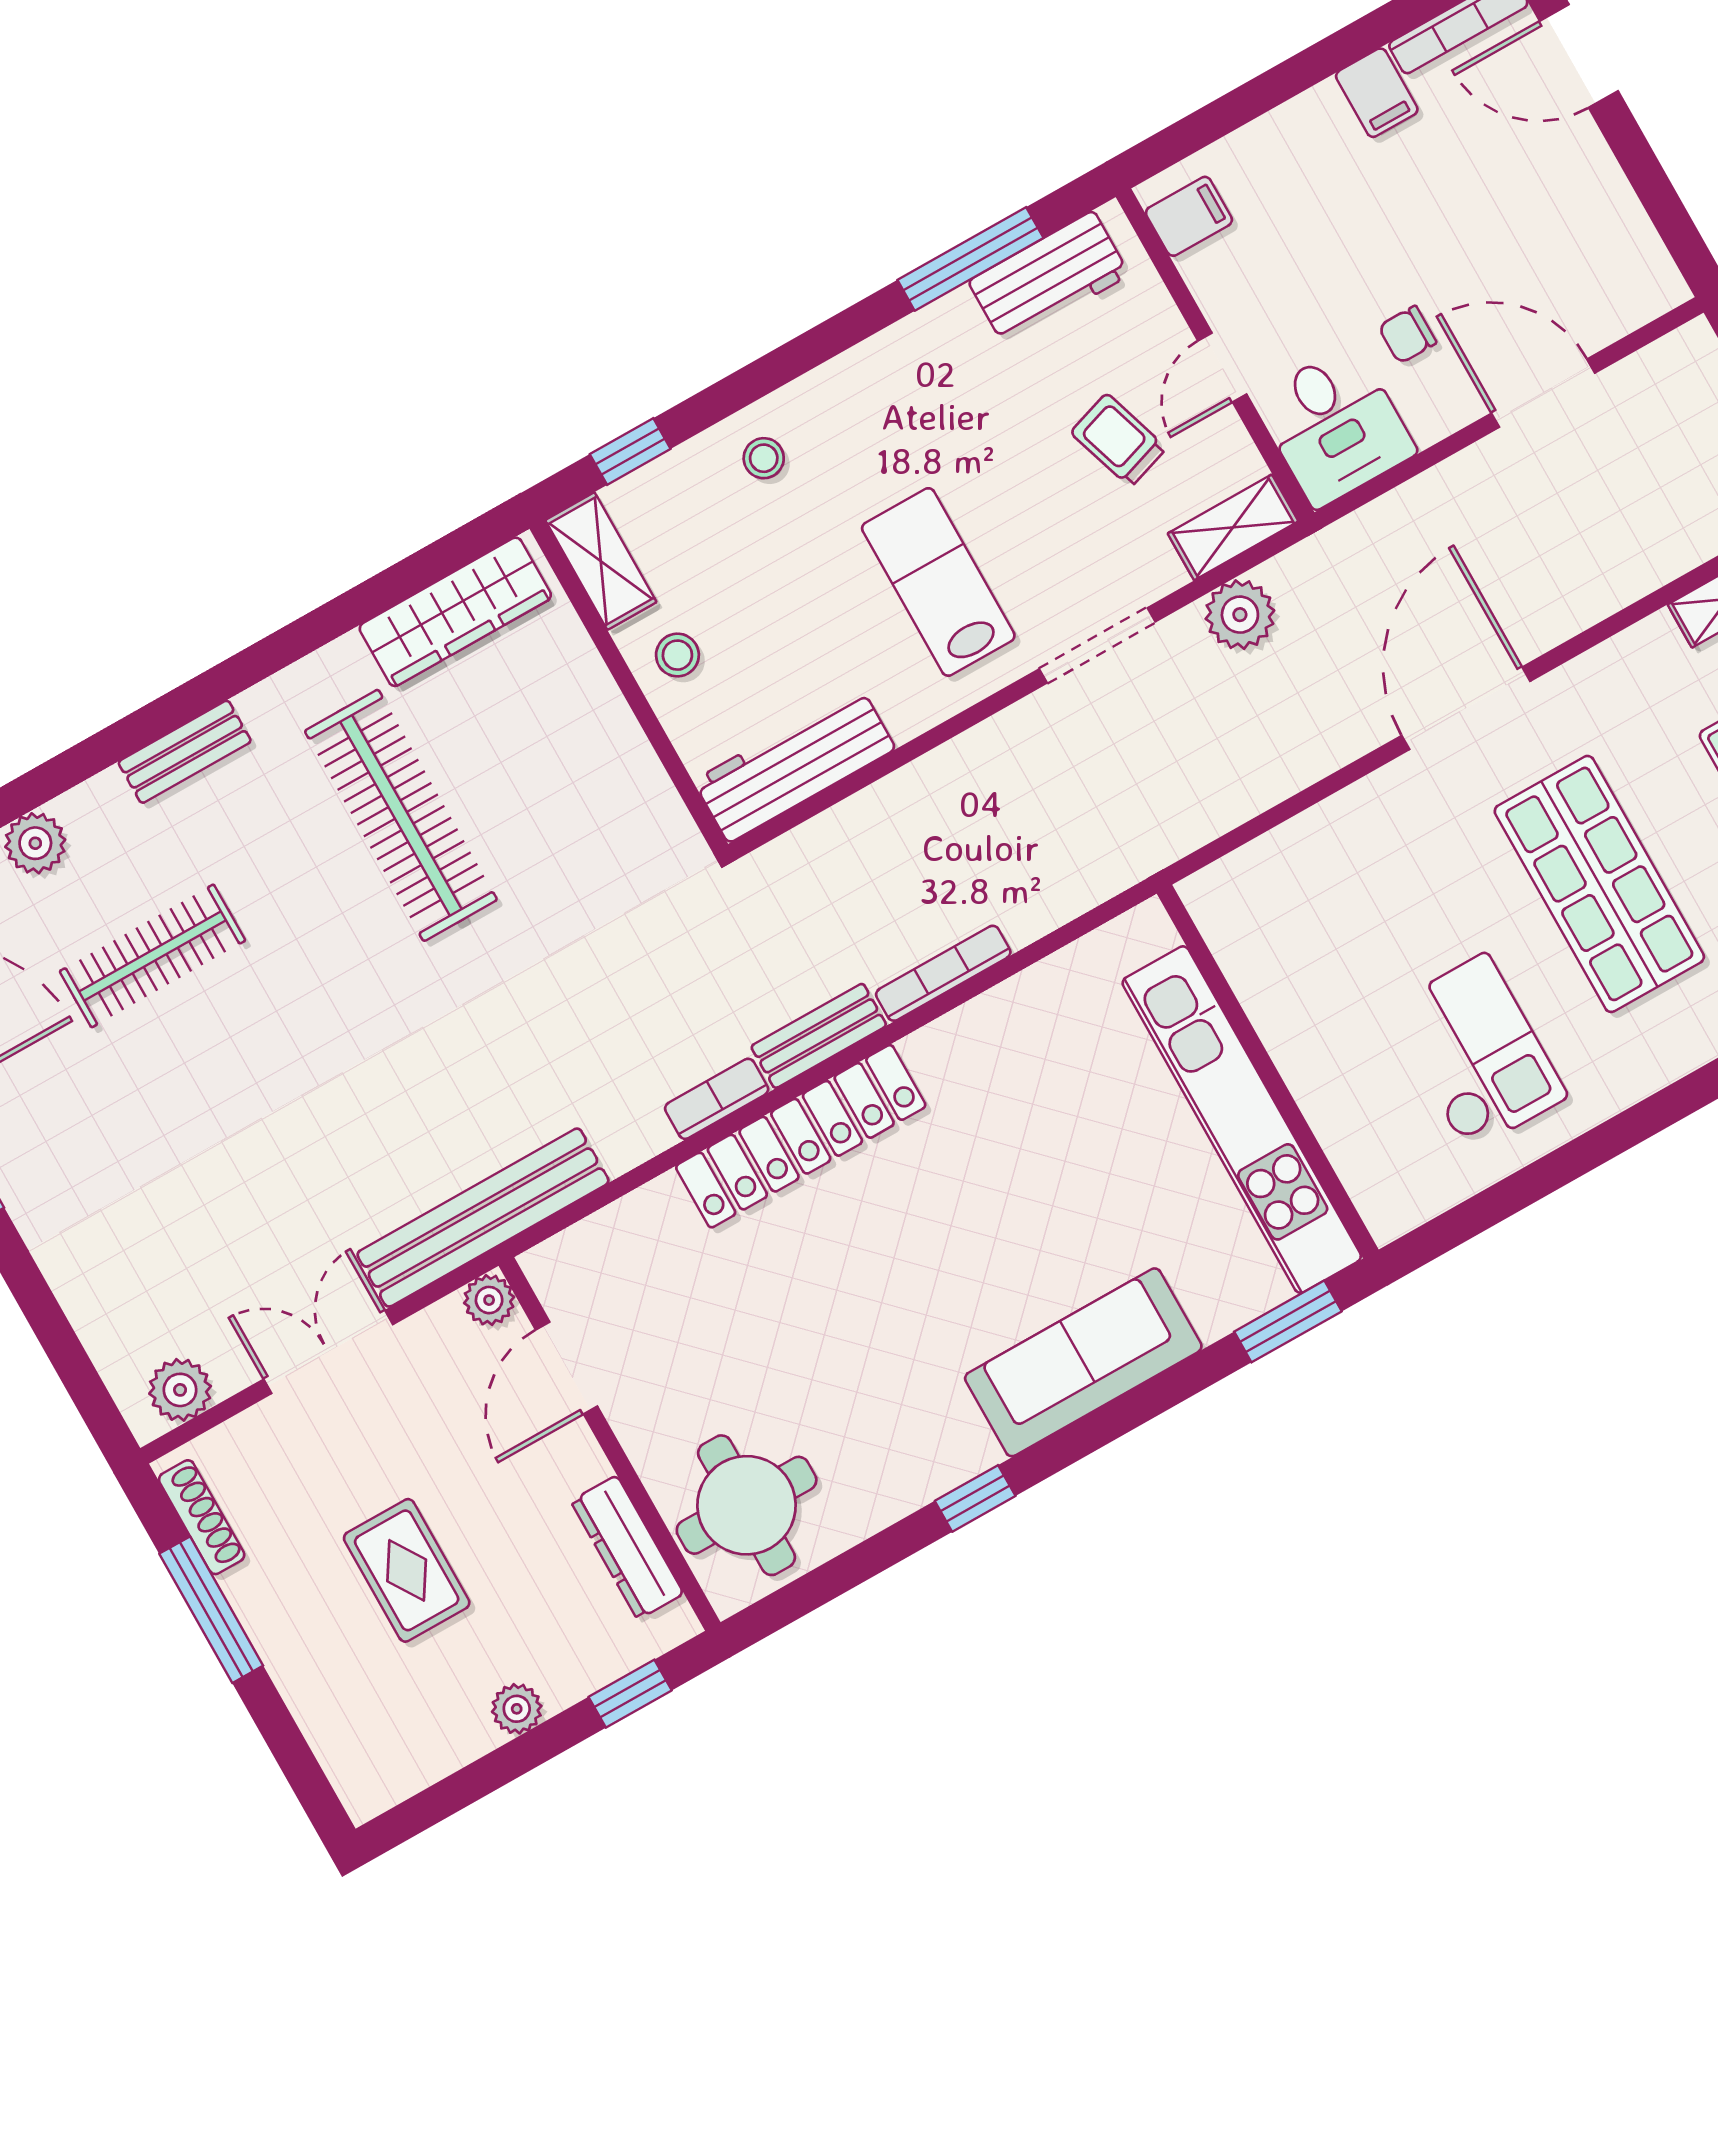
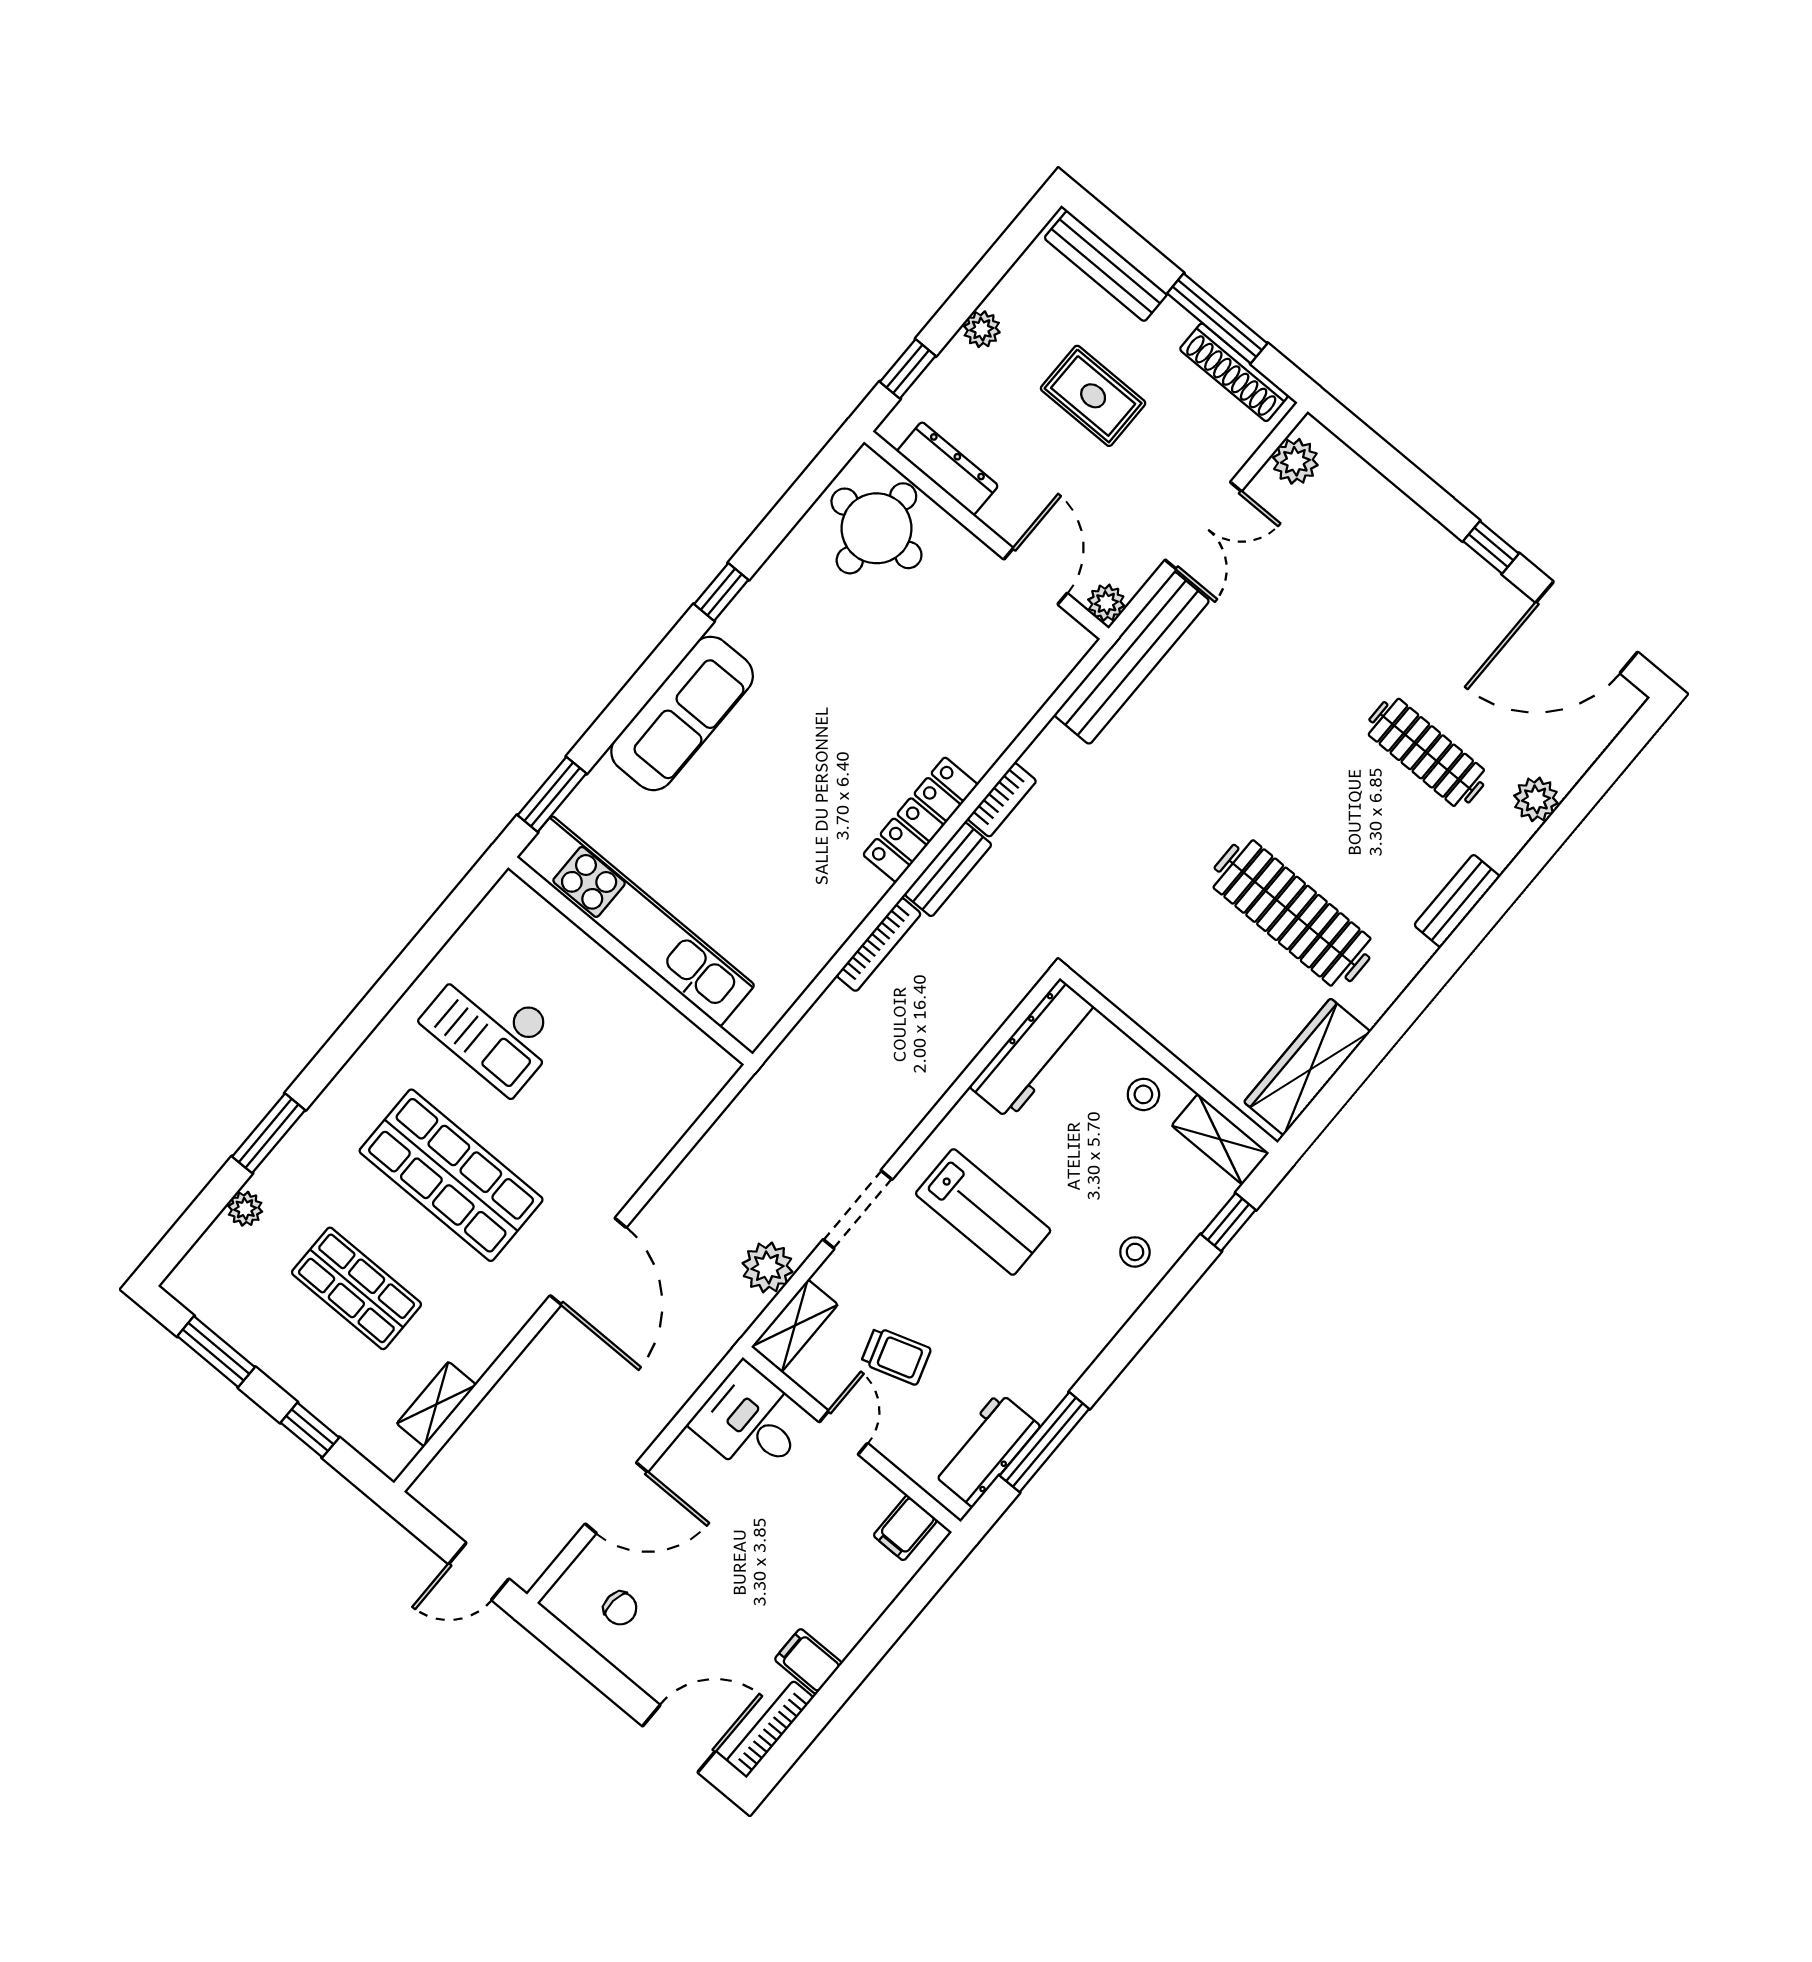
chair: (1407, 335) -> (620, 1608), moved, turned 96
clothes rail: (152, 956) -> (1426, 752), turned 90
locker: (801, 1136) -> (920, 820), width x0.71, depth x0.83
shoe rack: (202, 1517) -> (1234, 372), width x1.36, depth x1.24
bench: (328, 1730) -> (1106, 266), added

